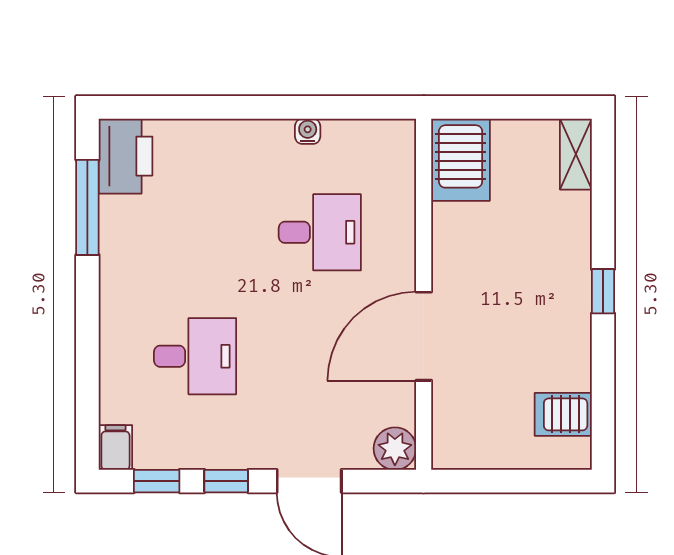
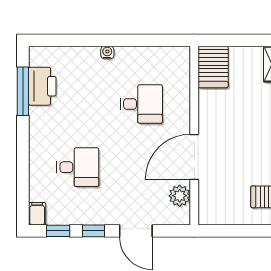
water cooler: (308, 131) -> (107, 52), moved
printer: (126, 156) -> (42, 86), moved
plant: (395, 449) -> (180, 196), moved

